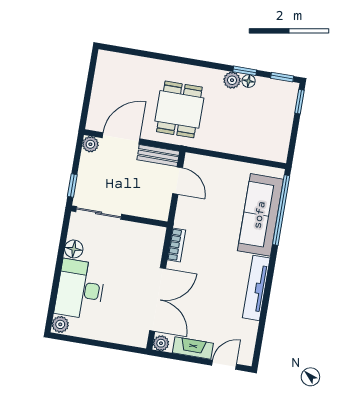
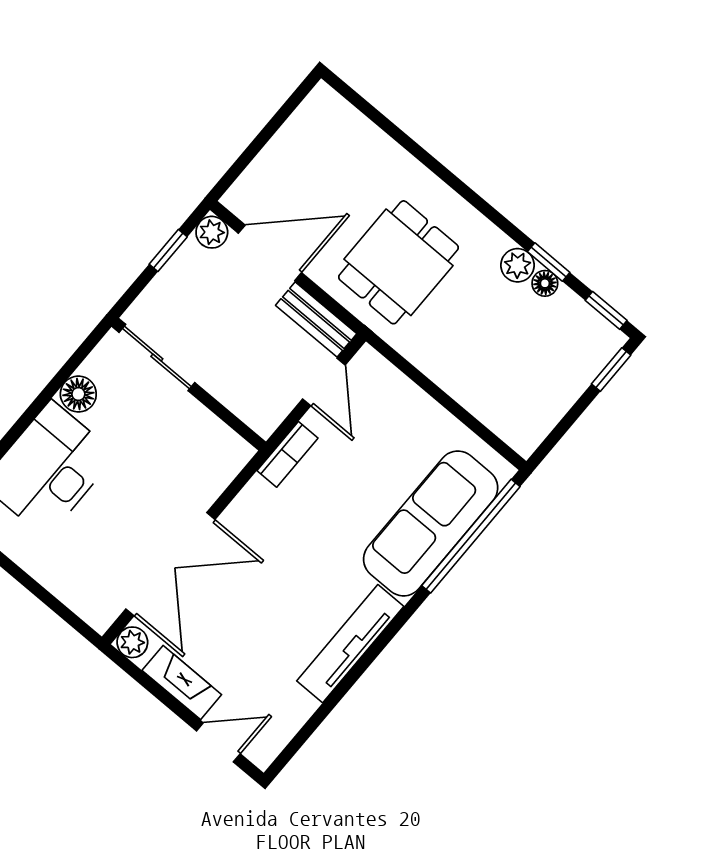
window: (72, 186) -> (168, 250), moved
bookcase: (176, 245) -> (287, 454), moved

